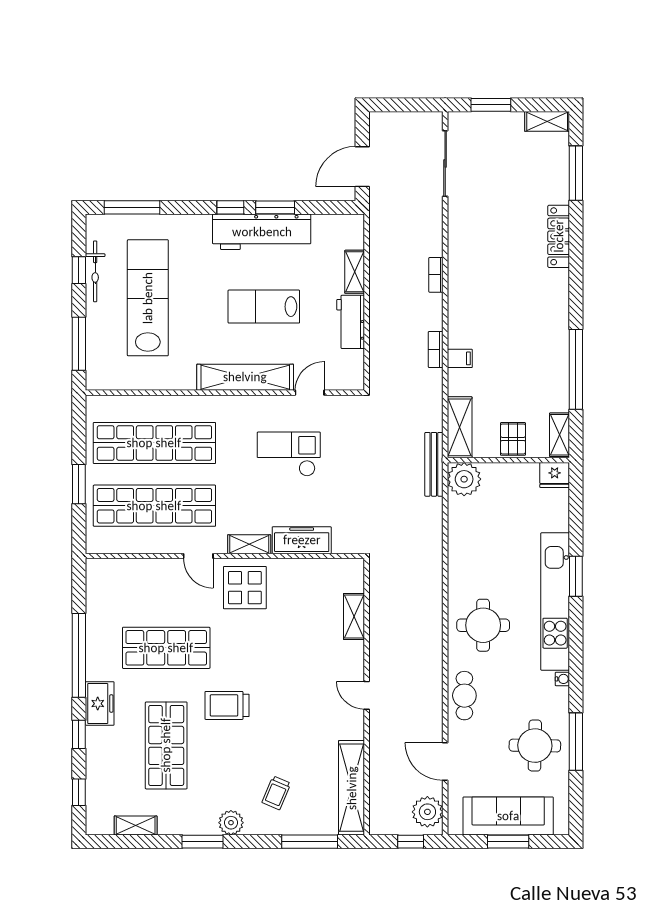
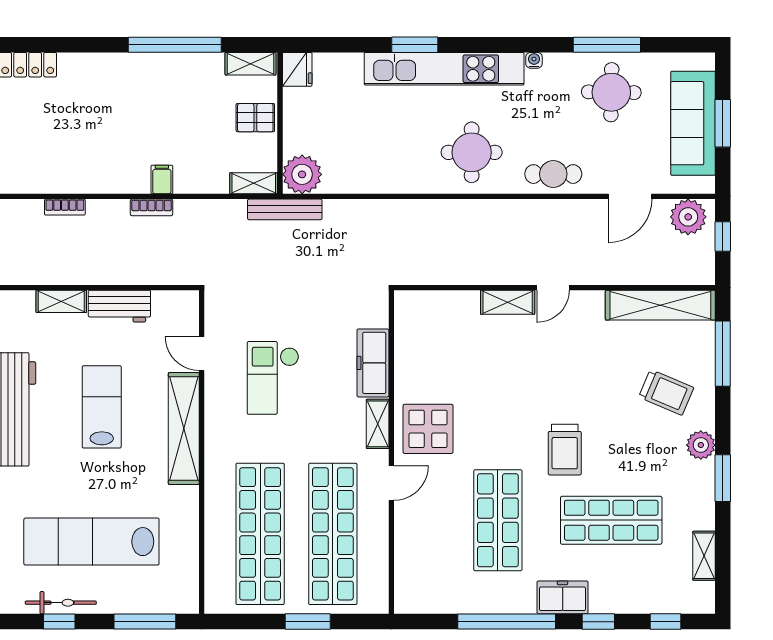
lab bench: (264, 307) -> (102, 407), turned 180
shelving: (460, 427) -> (254, 183), width x0.67, depth x0.75
shelving: (354, 616) -> (508, 302), moved
trolley: (276, 793) -> (666, 392), width x1.36, depth x1.39

